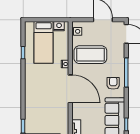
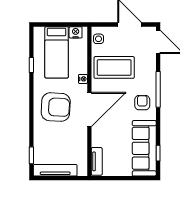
armchair: (43, 87) -> (56, 107), added
door: (70, 89) -> (89, 109), hinge flipped

